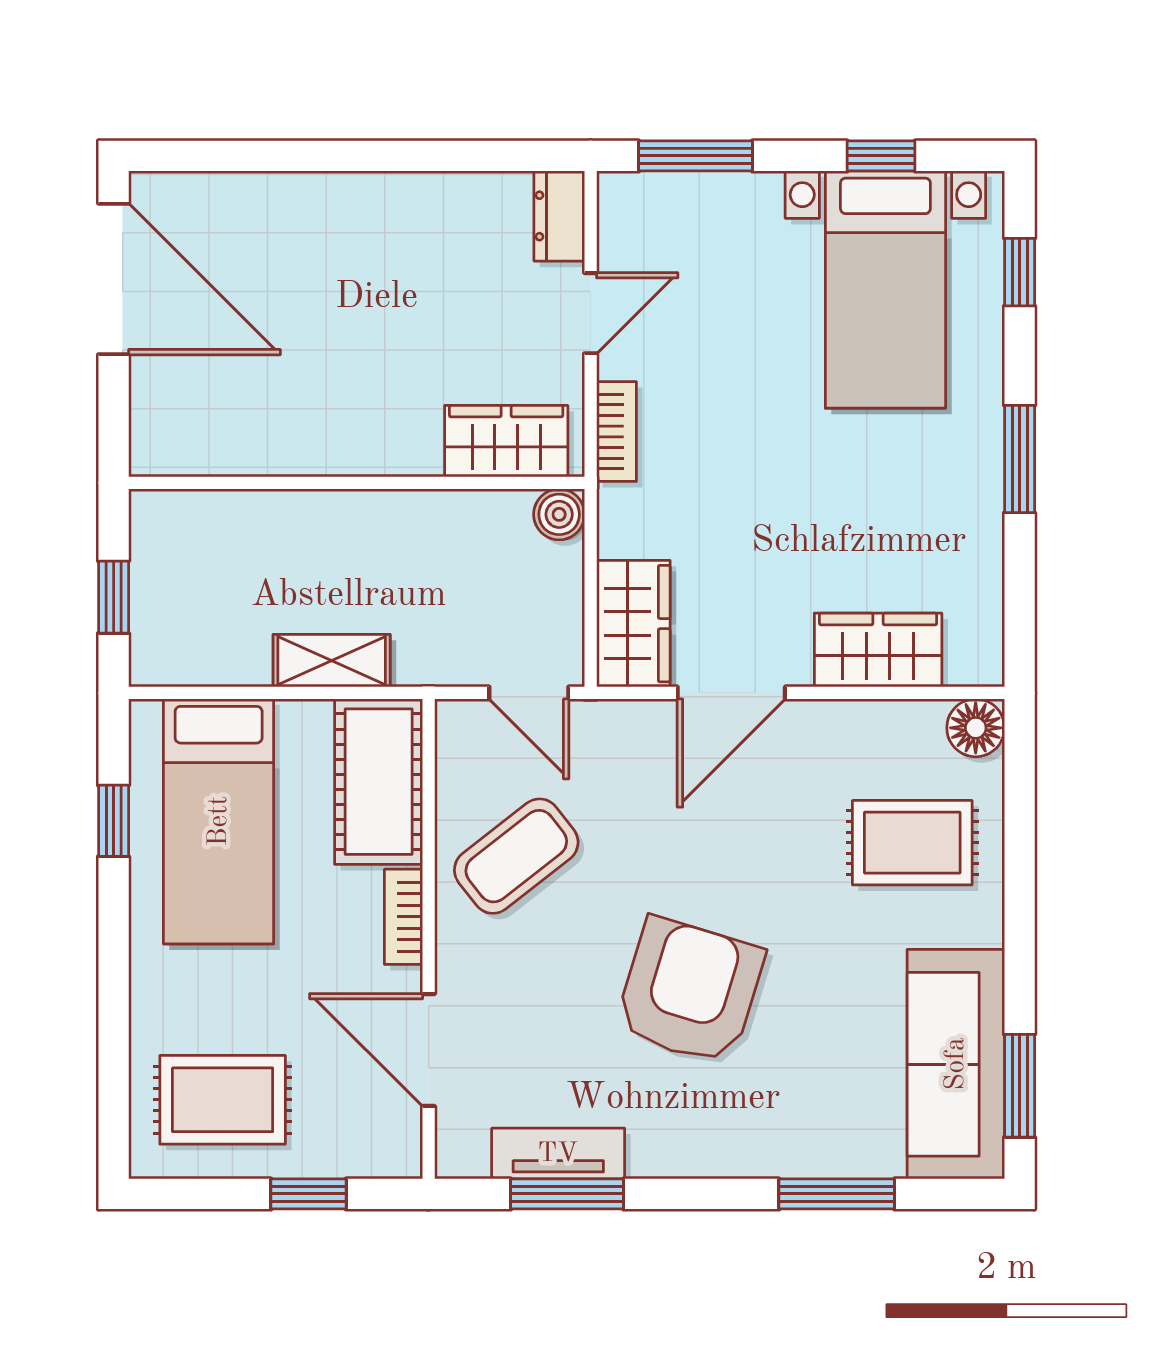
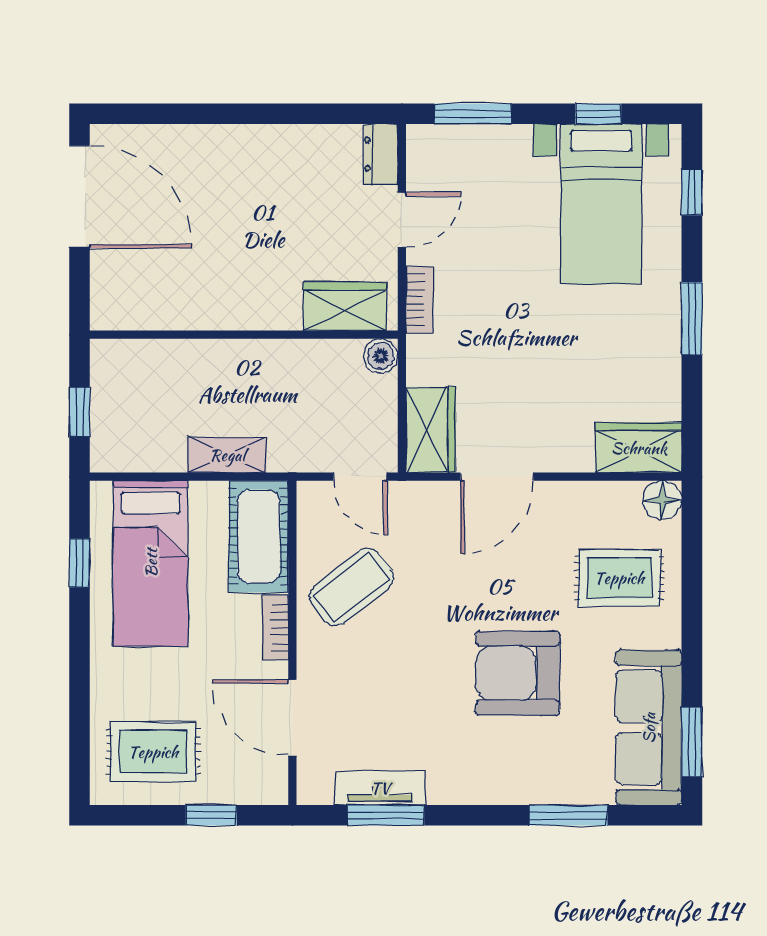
wardrobe: (878, 650) -> (639, 448), moved
armchair: (689, 991) -> (518, 673), moved, turned -107

